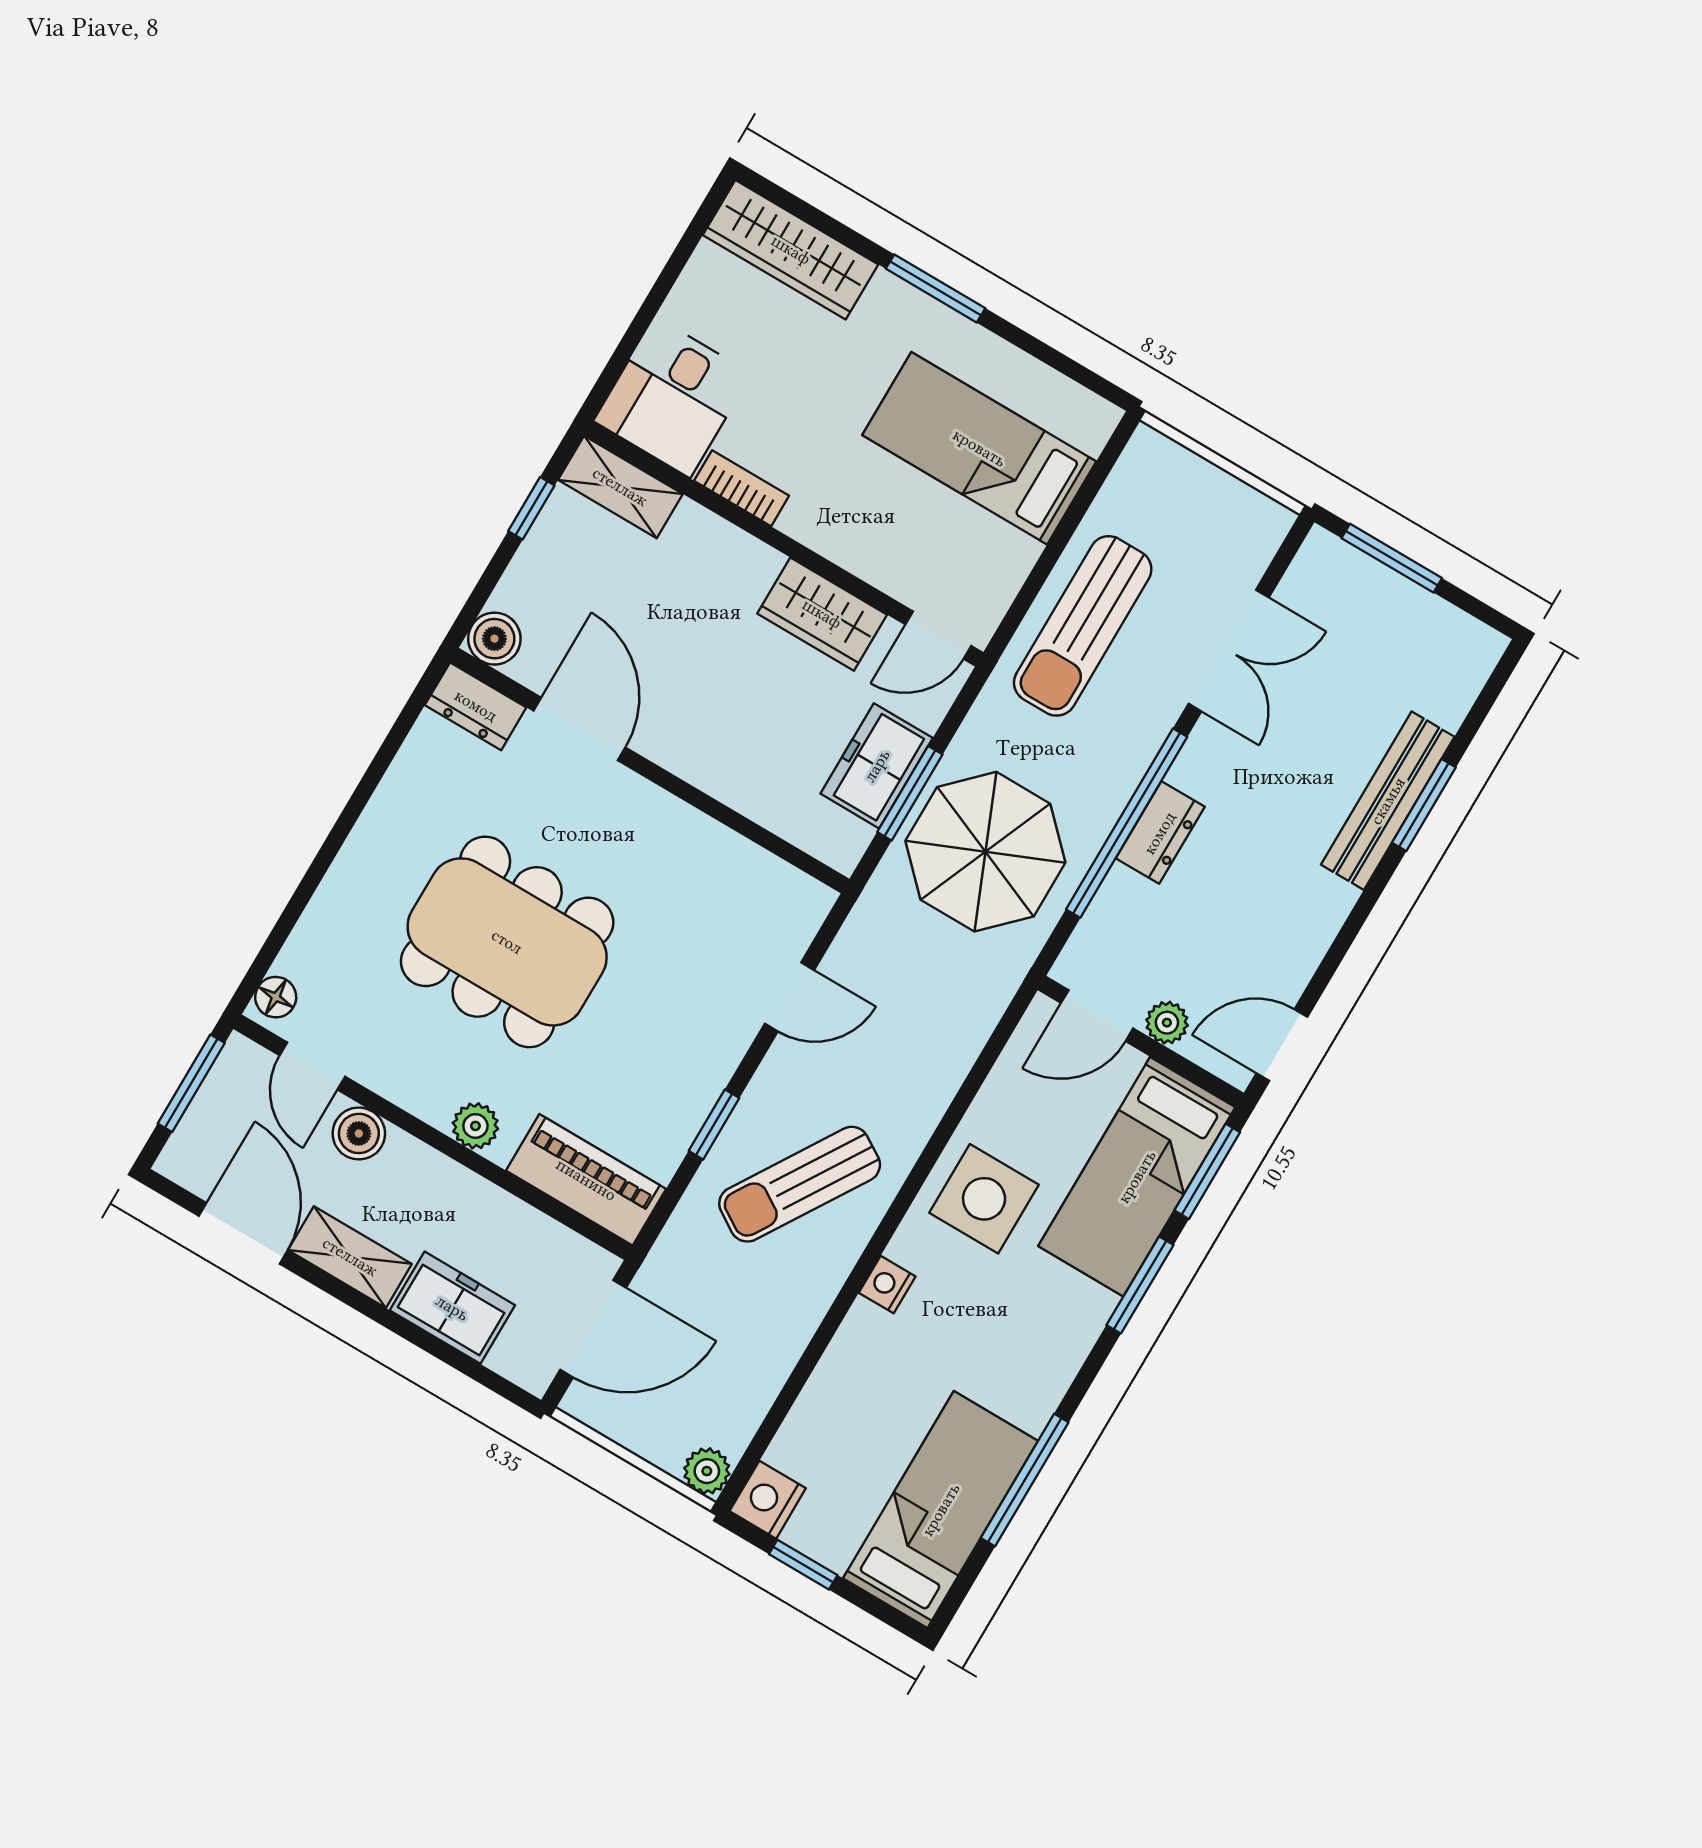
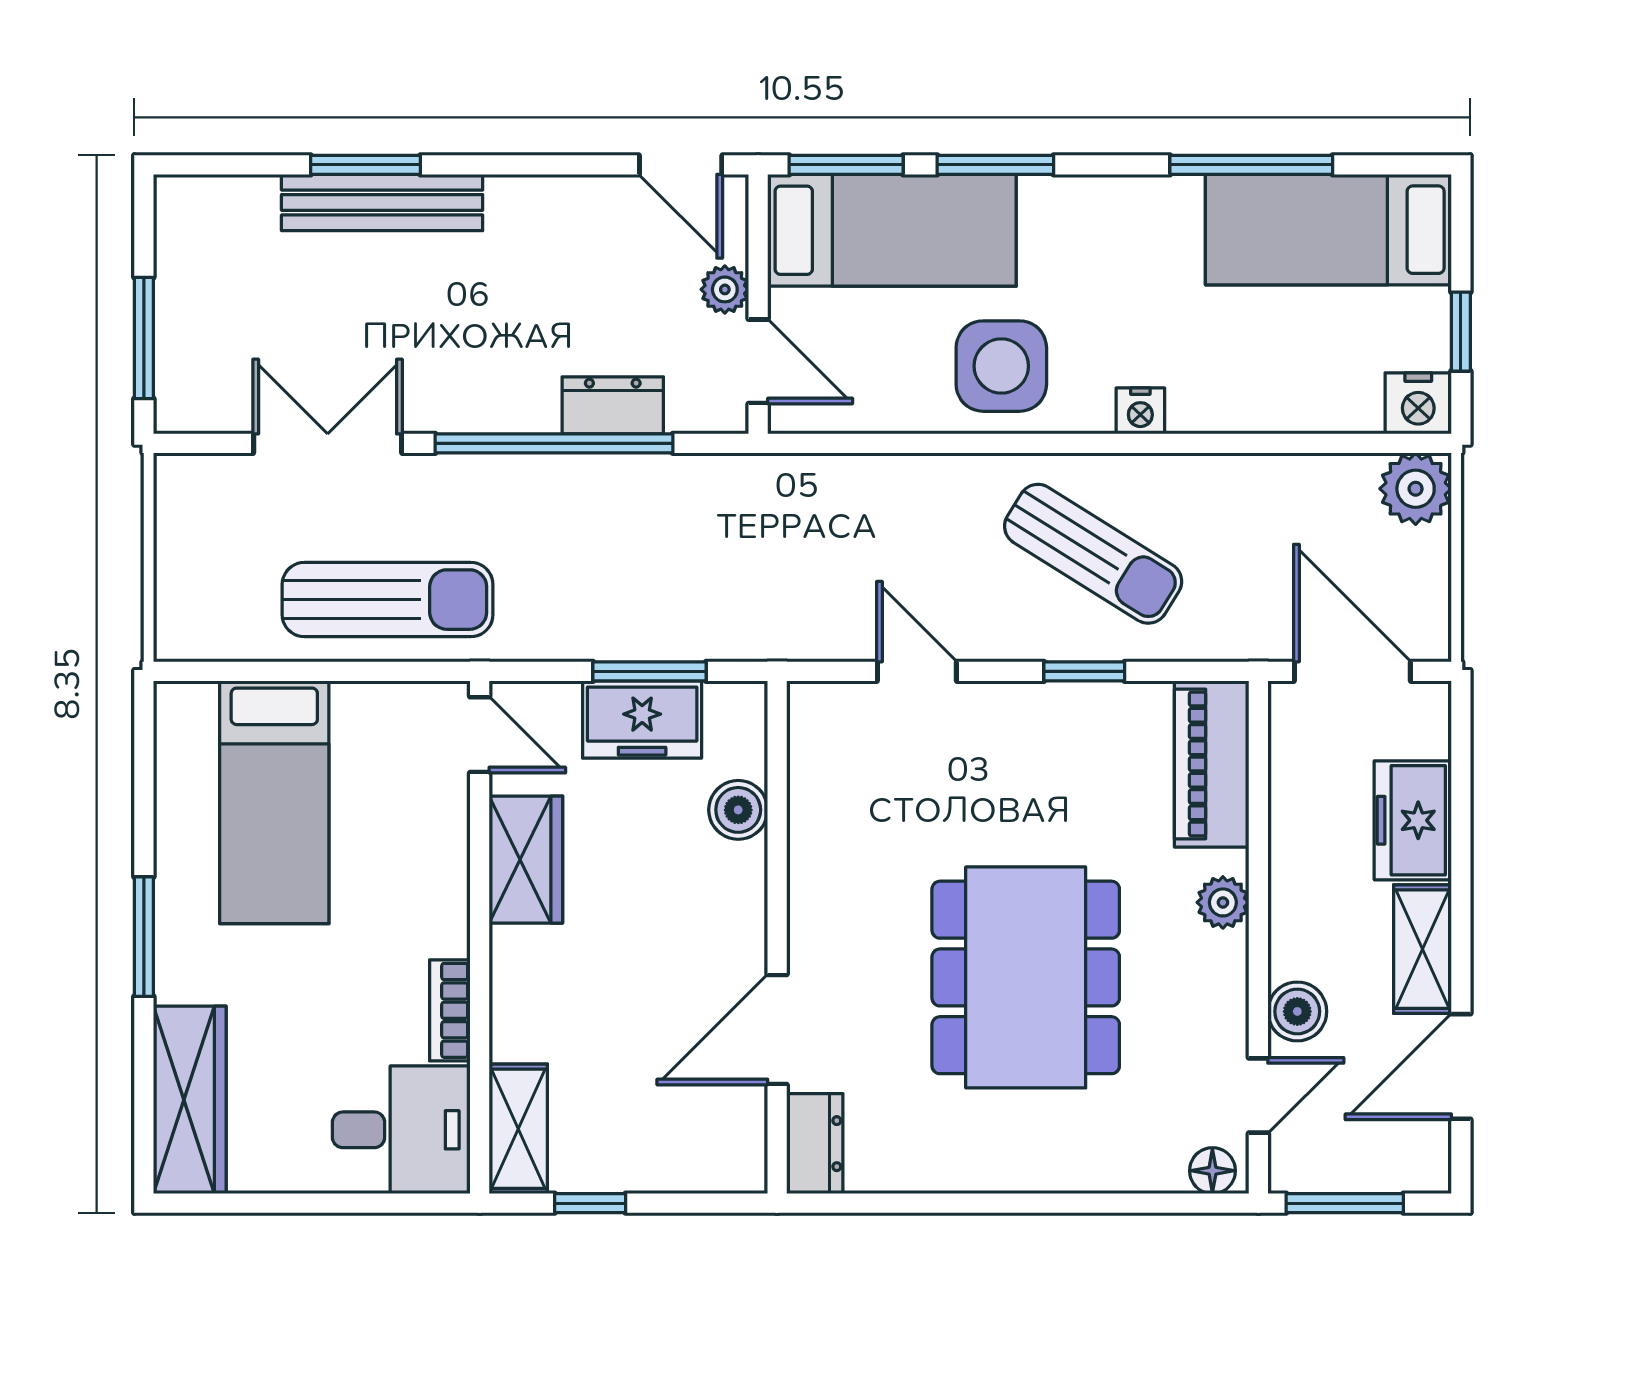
boiler: (494, 639) -> (738, 810), moved
dresser: (1160, 833) -> (613, 405), moved
parasol: (985, 852) -> (663, 564), removed
plant: (707, 1471) -> (1416, 489), width x1.38, depth x1.38

